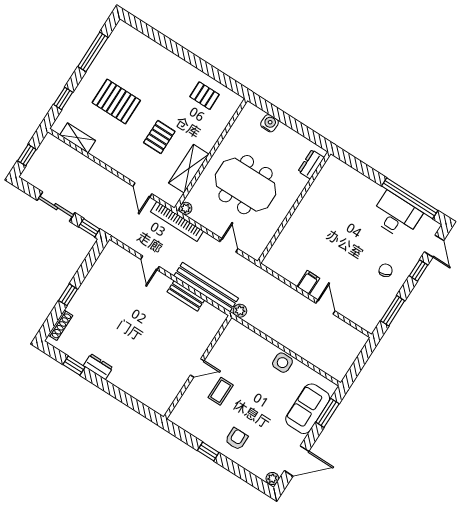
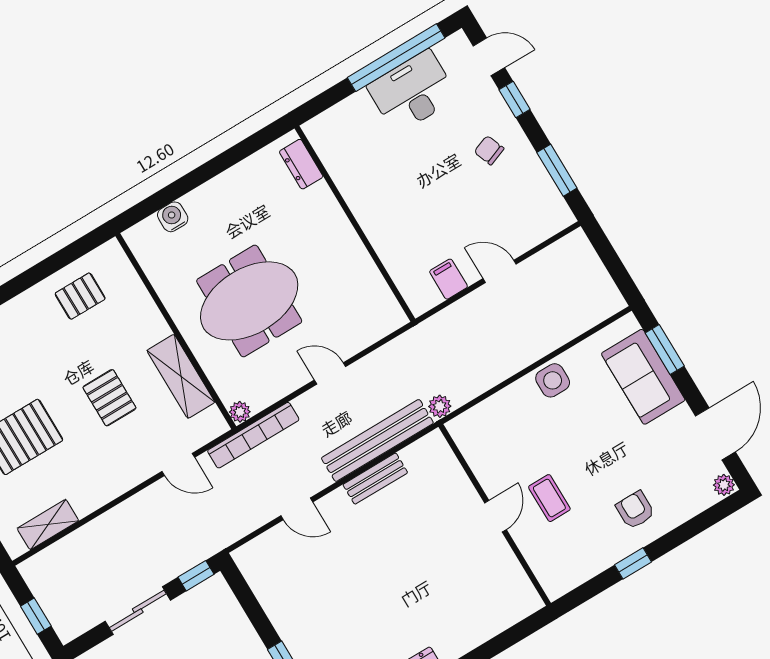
dresser: (311, 164) -> (301, 164), moved
wall: (294, 208) -> (355, 224), moved

